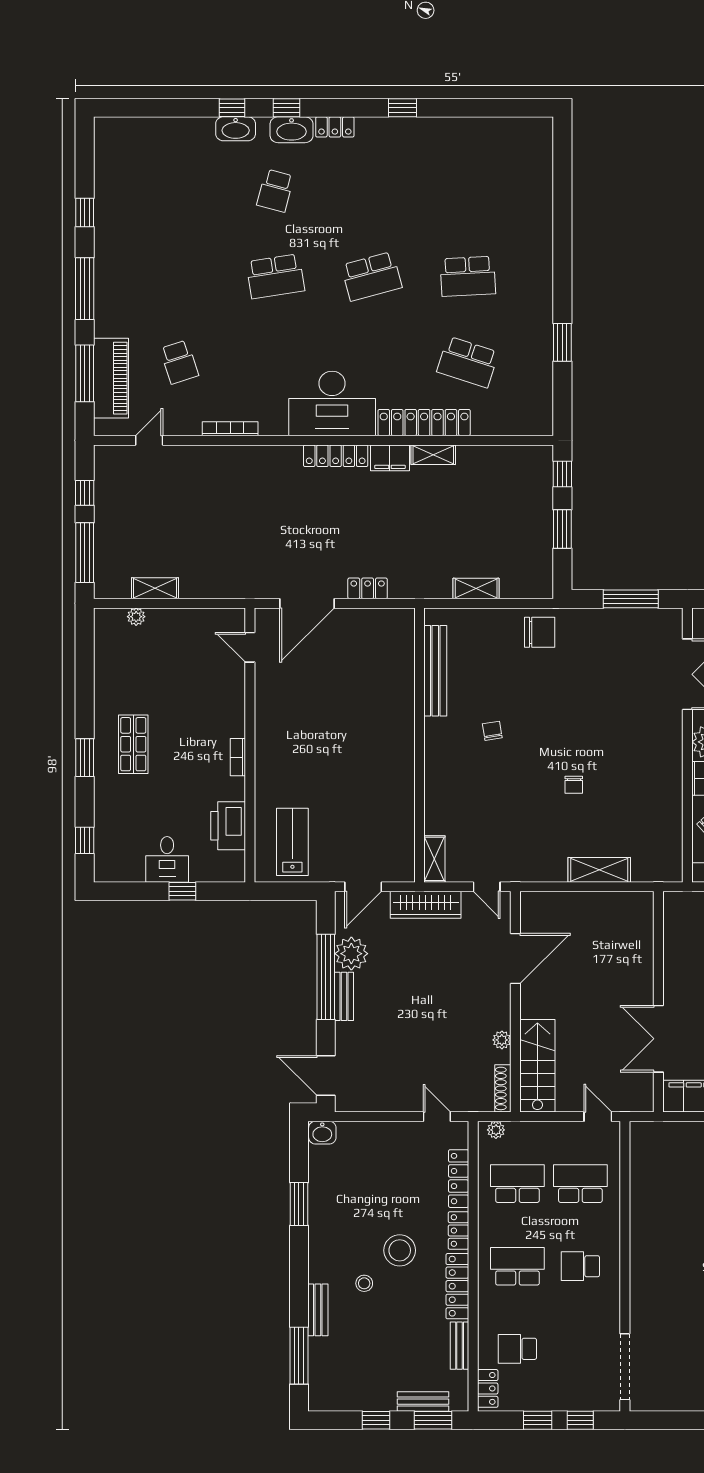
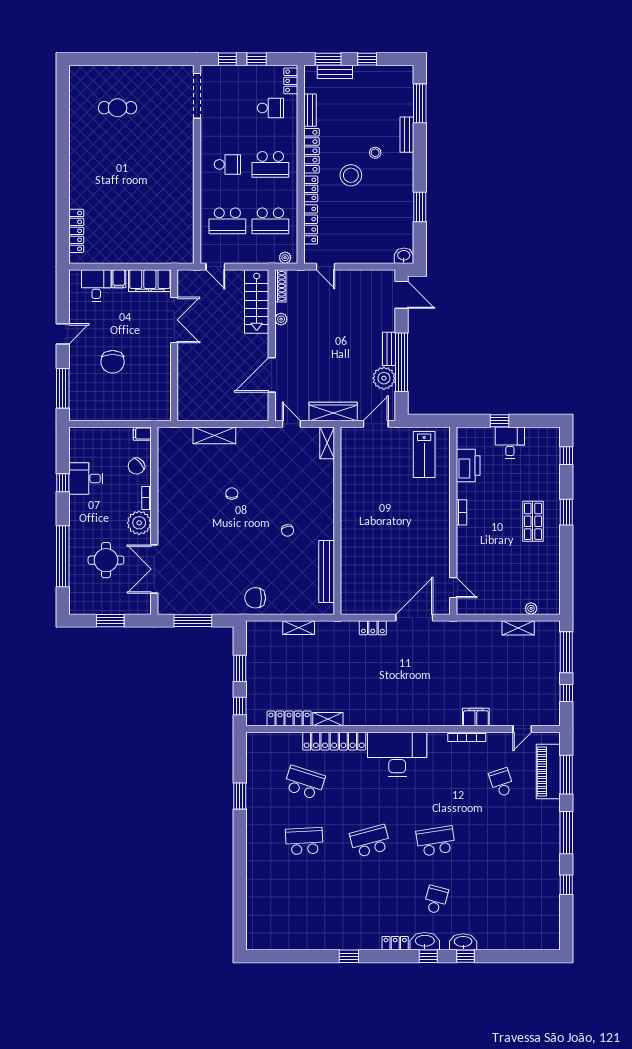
locker: (336, 456) -> (289, 718), moved
filing cabinet: (390, 458) -> (476, 717), moved

